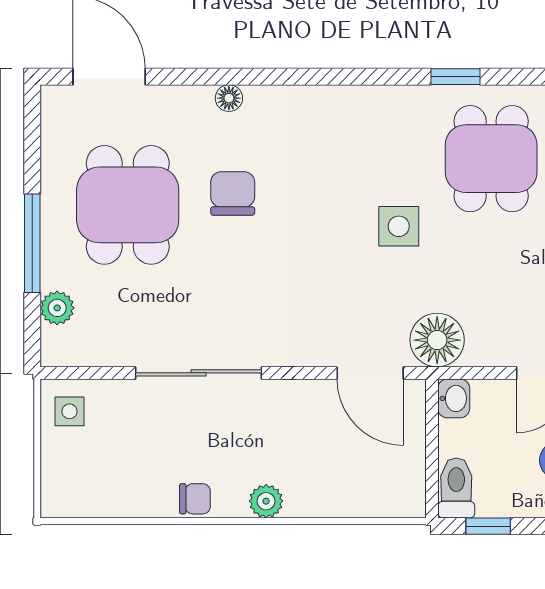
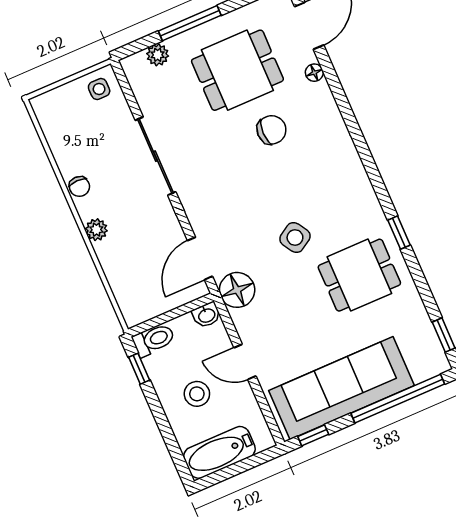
floor lamp: (229, 98) -> (314, 73), moved
side table: (399, 226) -> (295, 237), turned -32

